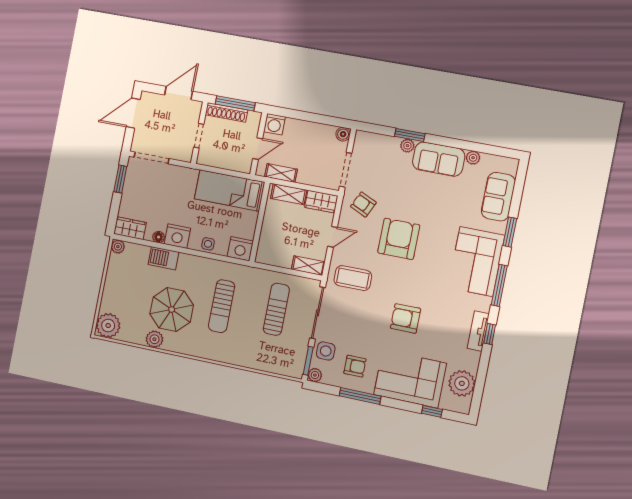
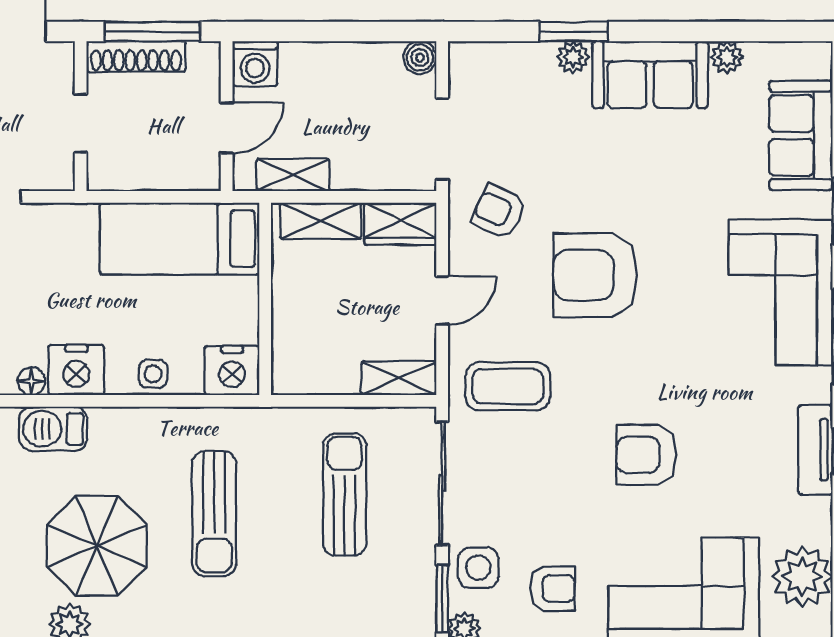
armchair: (399, 239) -> (595, 275), turned -90

